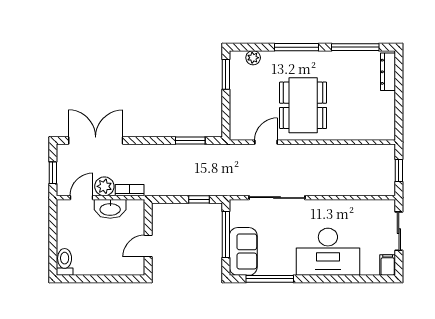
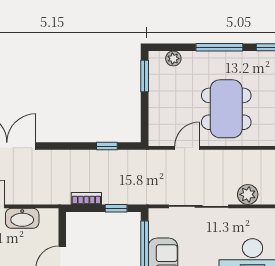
window: (190, 140) -> (107, 146), width x0.67
plant: (104, 186) -> (248, 194), moved
bookcase: (130, 190) -> (86, 199), moved

